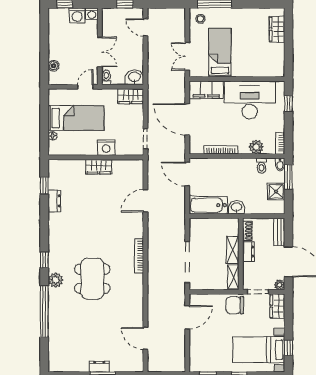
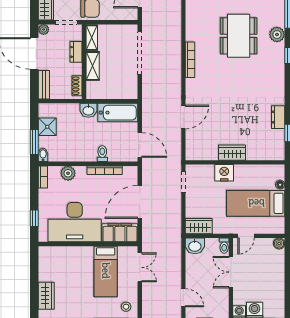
boiler: (54, 66) -> (279, 244), moved
door: (187, 119) -> (140, 202), swing flipped
toilet: (261, 166) -> (102, 154), moved
dresser: (248, 252) -> (76, 52), moved

